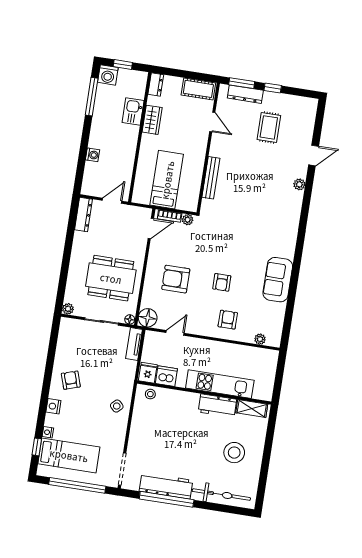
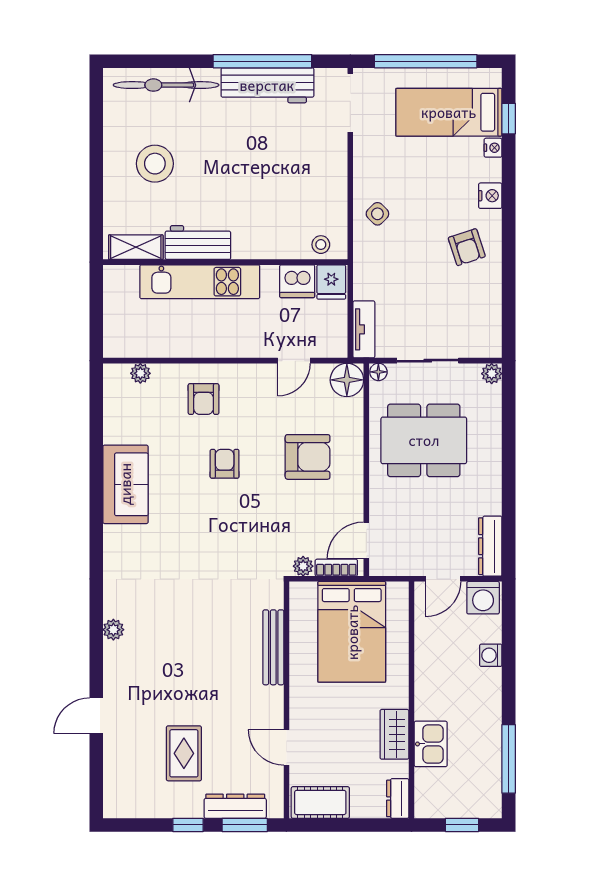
washing machine: (108, 75) -> (483, 598), moved, turned 180
bed: (167, 180) -> (352, 632), width x1.50
plant: (299, 184) -> (113, 630), moved

